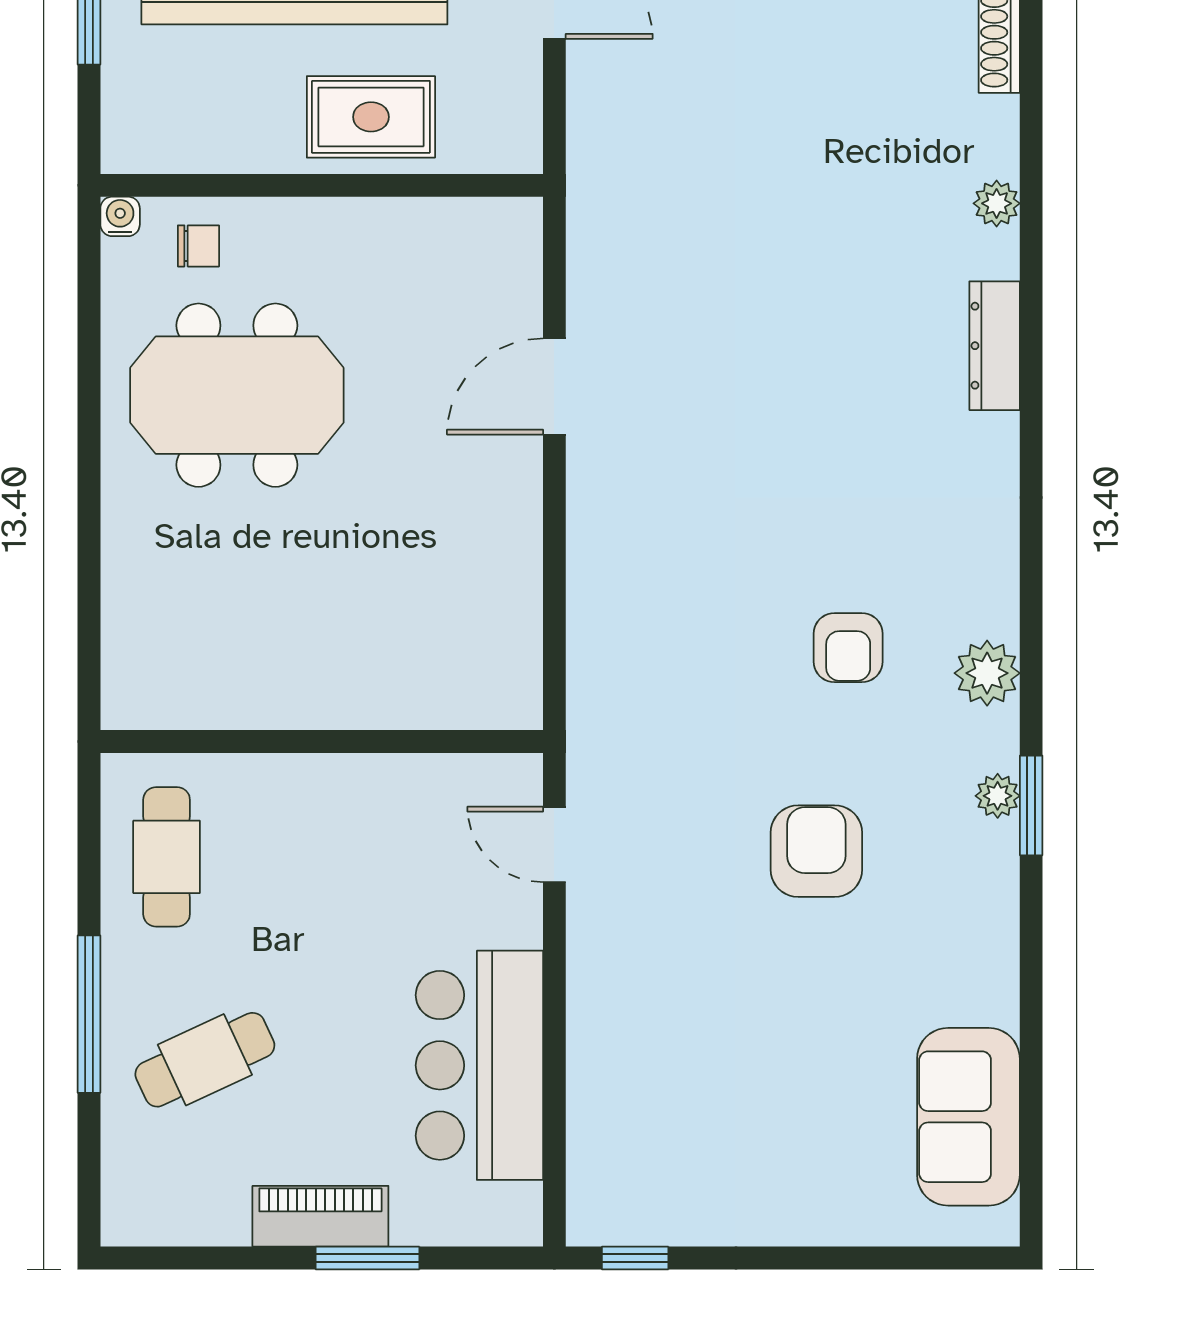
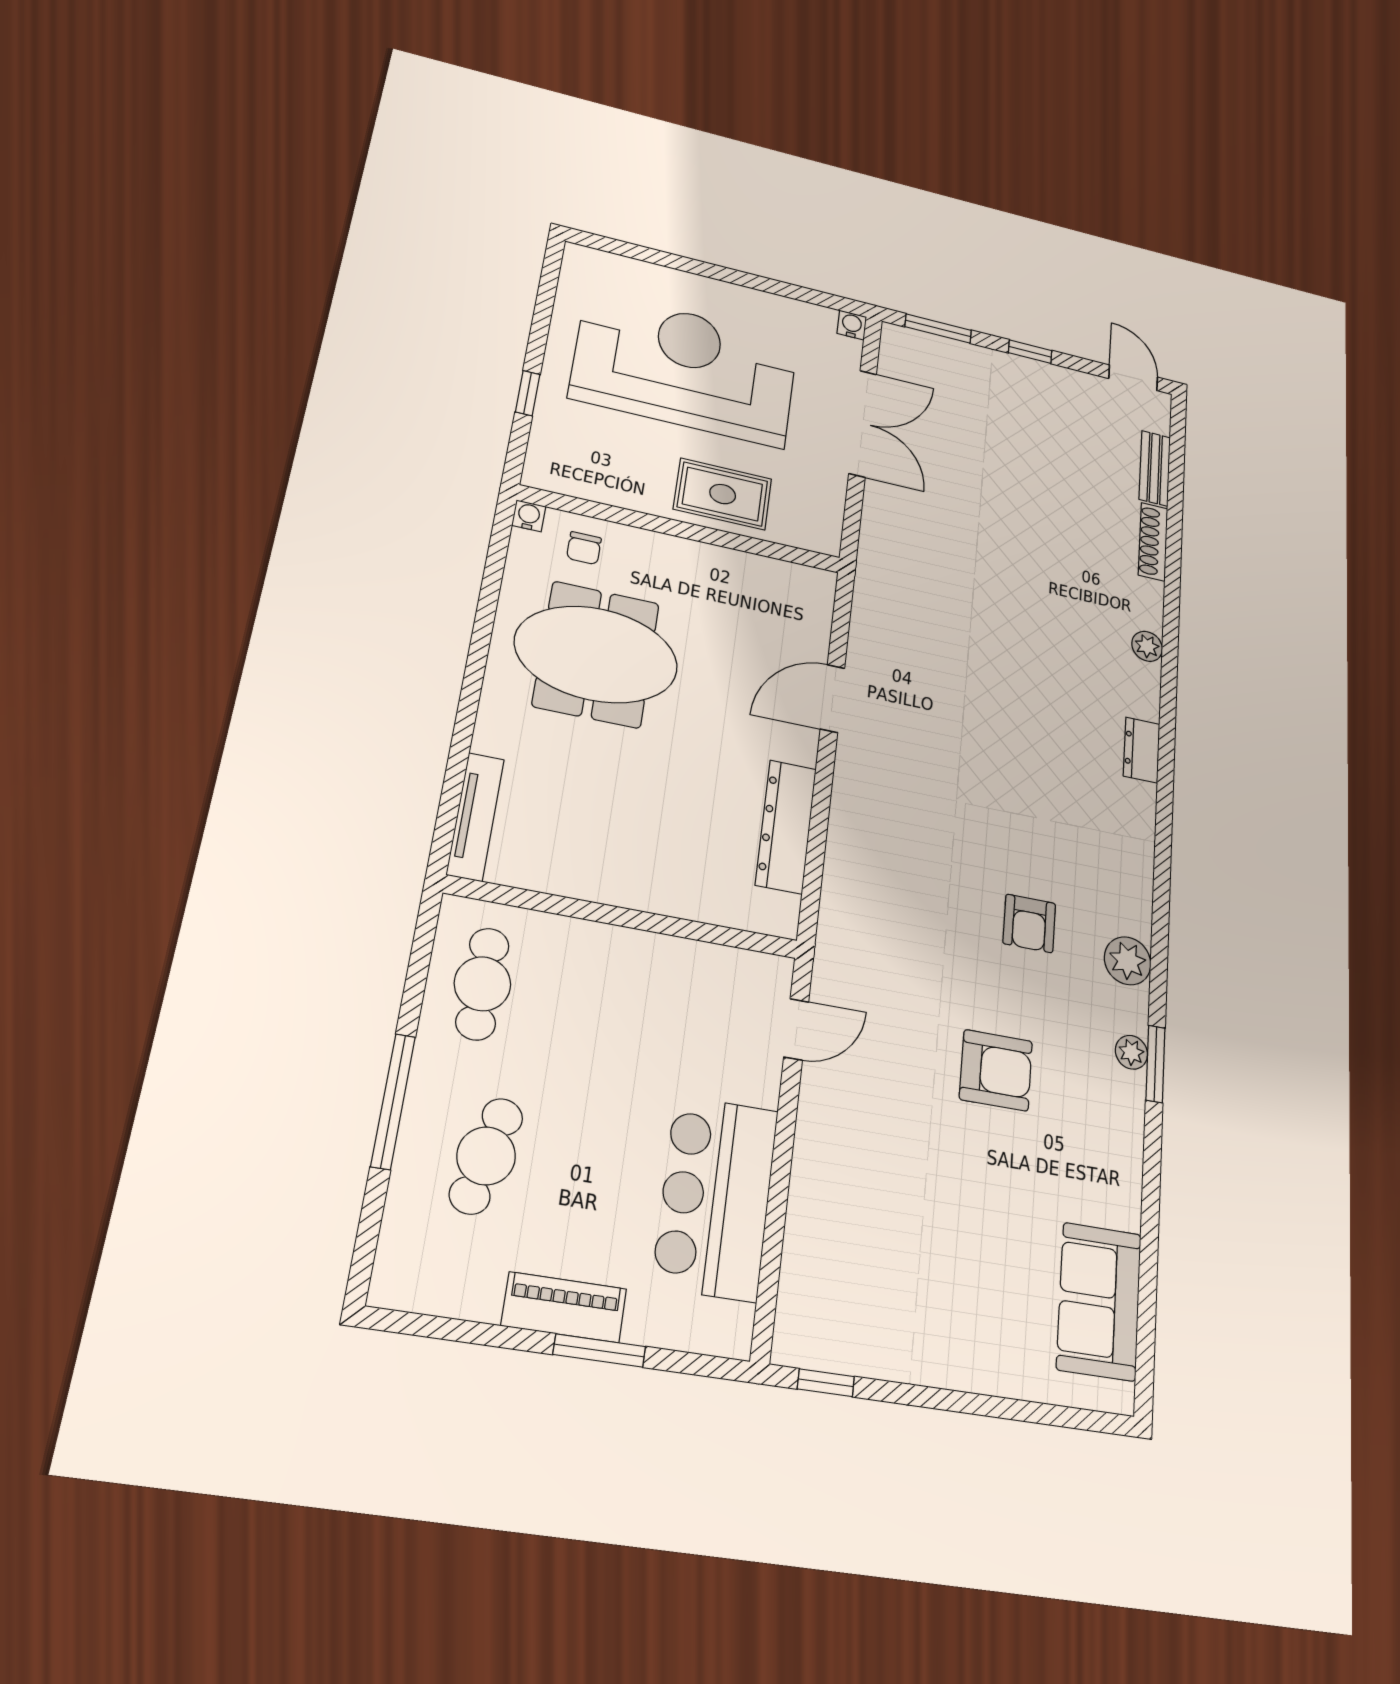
chair: (198, 246) -> (584, 548), turned 90
dresser: (995, 346) -> (1142, 750), width x0.70
dresser: (512, 580) -> (786, 827), added
tv unit: (123, 648) -> (475, 817), added
door: (554, 844) -> (796, 1029), swing flipped
armchair: (816, 851) -> (996, 1070), turned 90
cafe table: (205, 1060) -> (486, 1156), turned -52

